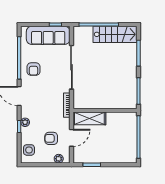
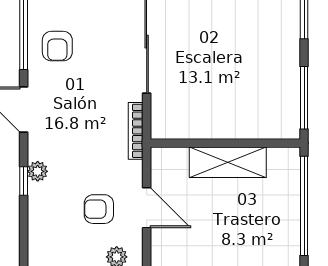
shelving: (89, 118) -> (228, 162), moved
door: (71, 138) -> (147, 208), hinge flipped
side table: (29, 150) -> (47, 236), removed

